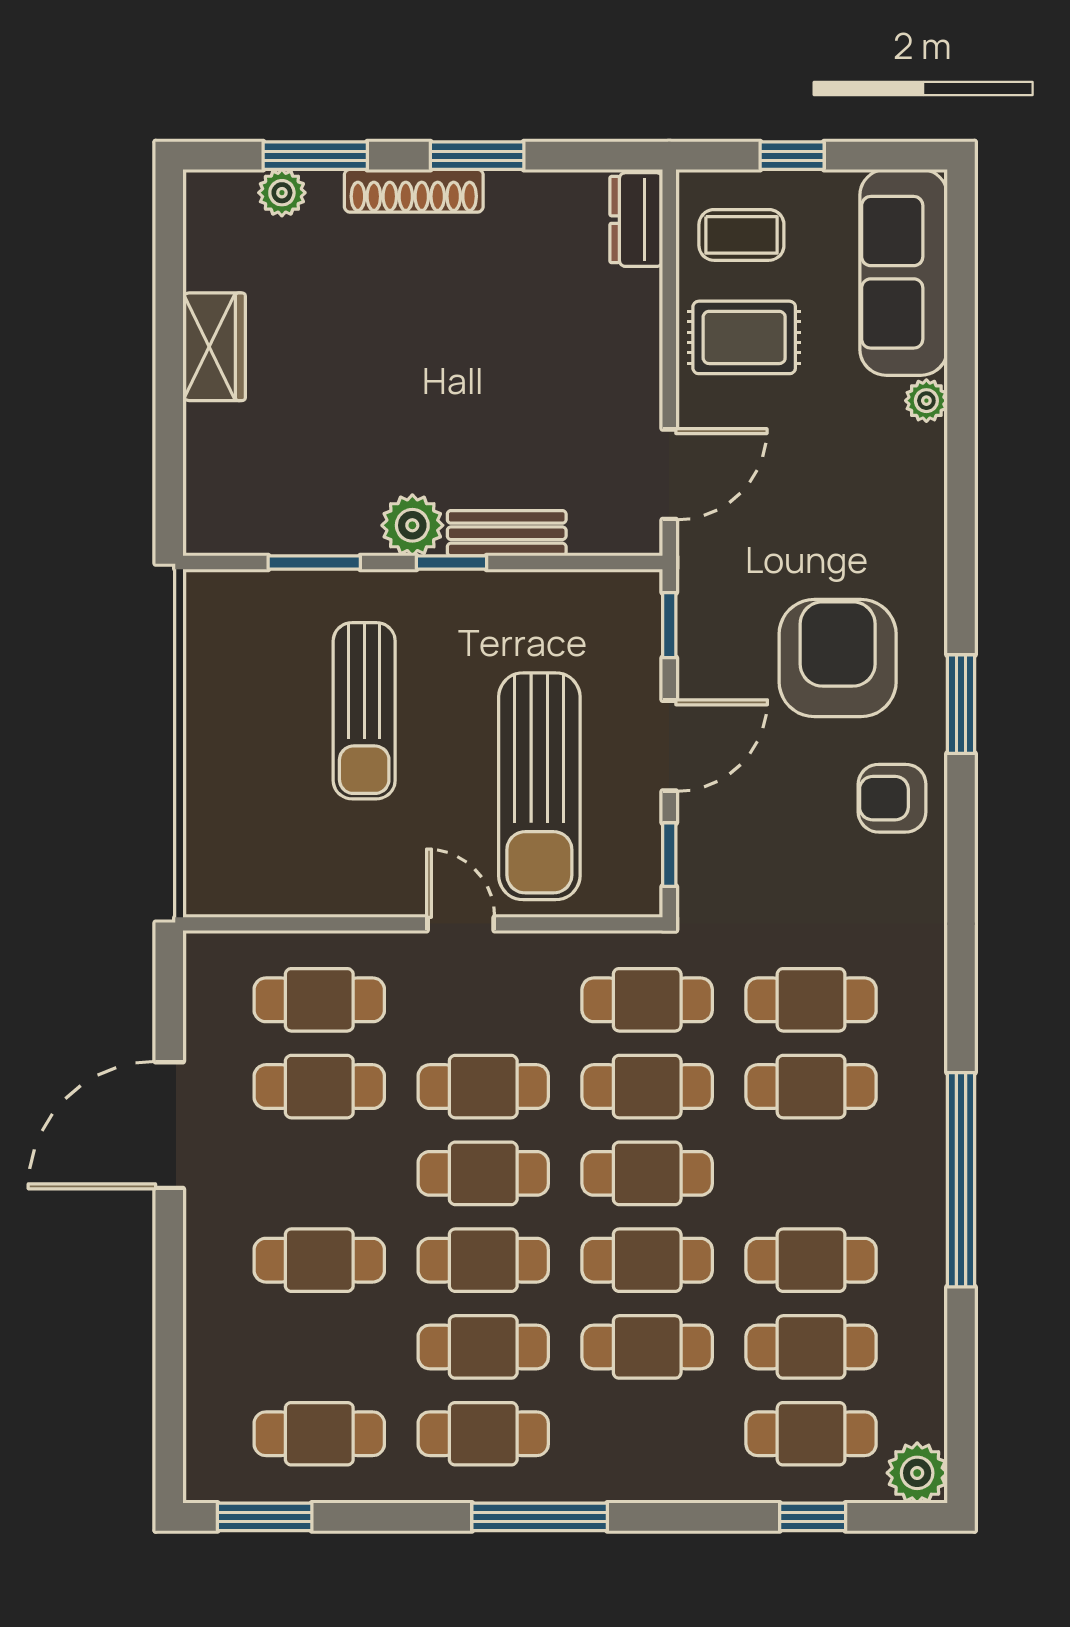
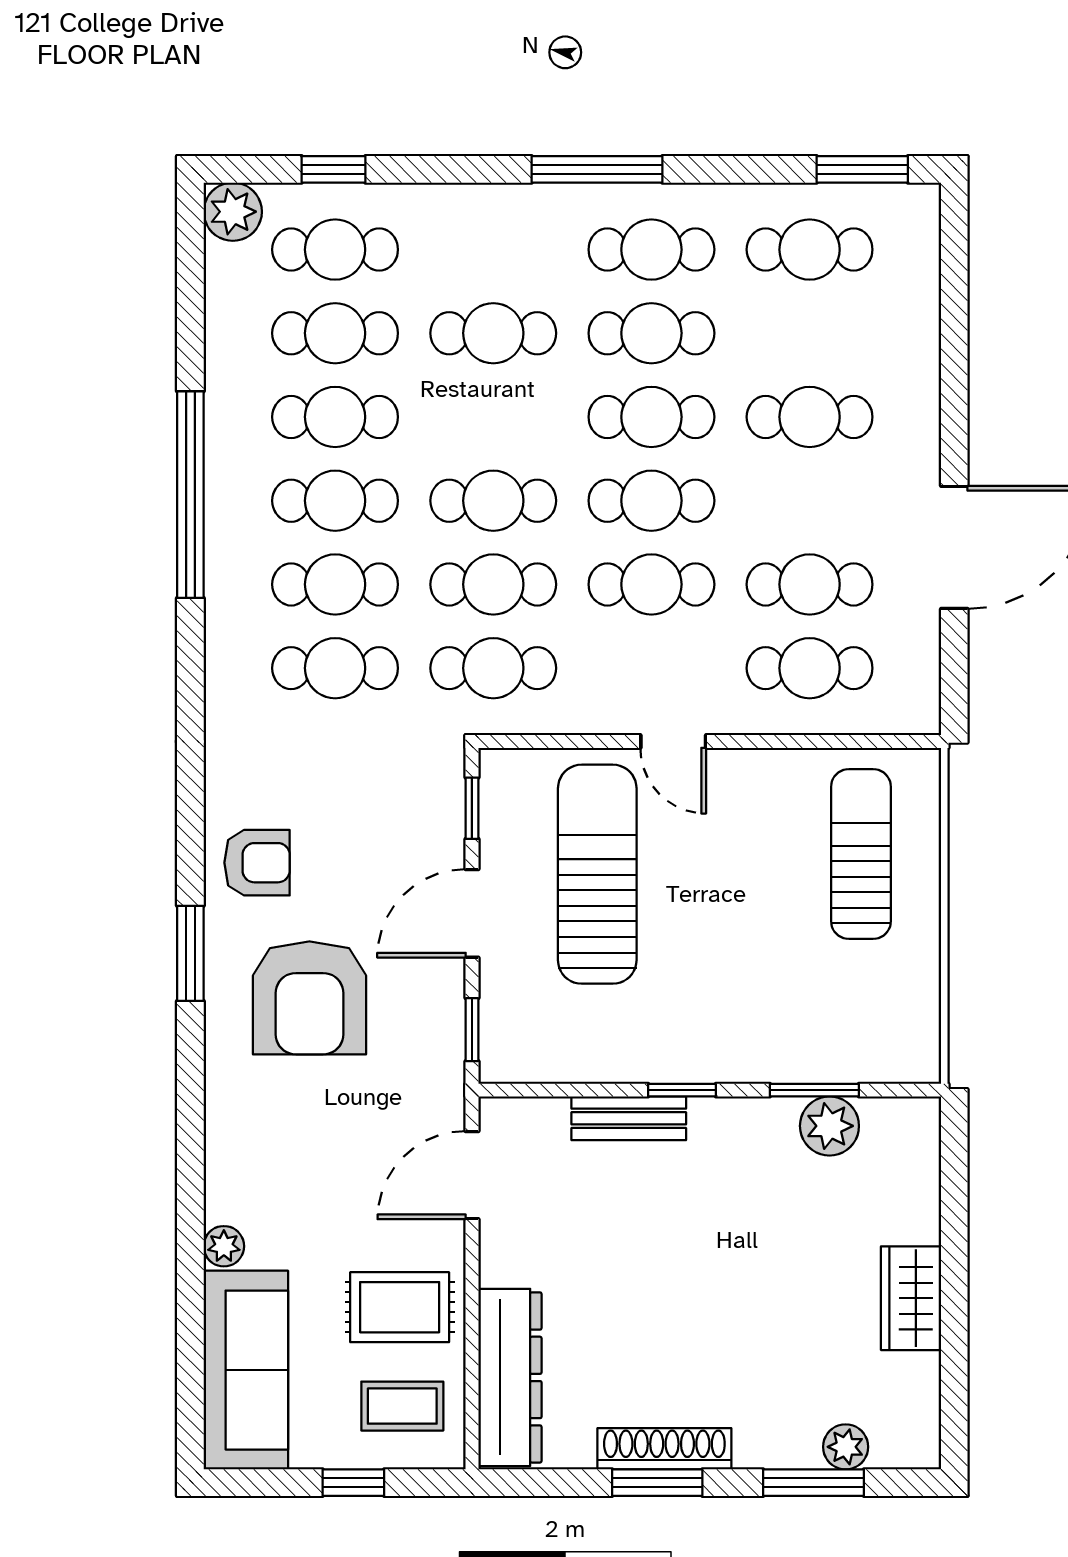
shoe rack: (414, 191) -> (664, 1449), moved
dresser: (636, 220) -> (510, 1377), width x1.96, depth x1.24
plant: (412, 525) -> (829, 1126), moved
sun lounger: (364, 711) -> (861, 854), moved
cafe table: (647, 1260) -> (335, 501), moved

